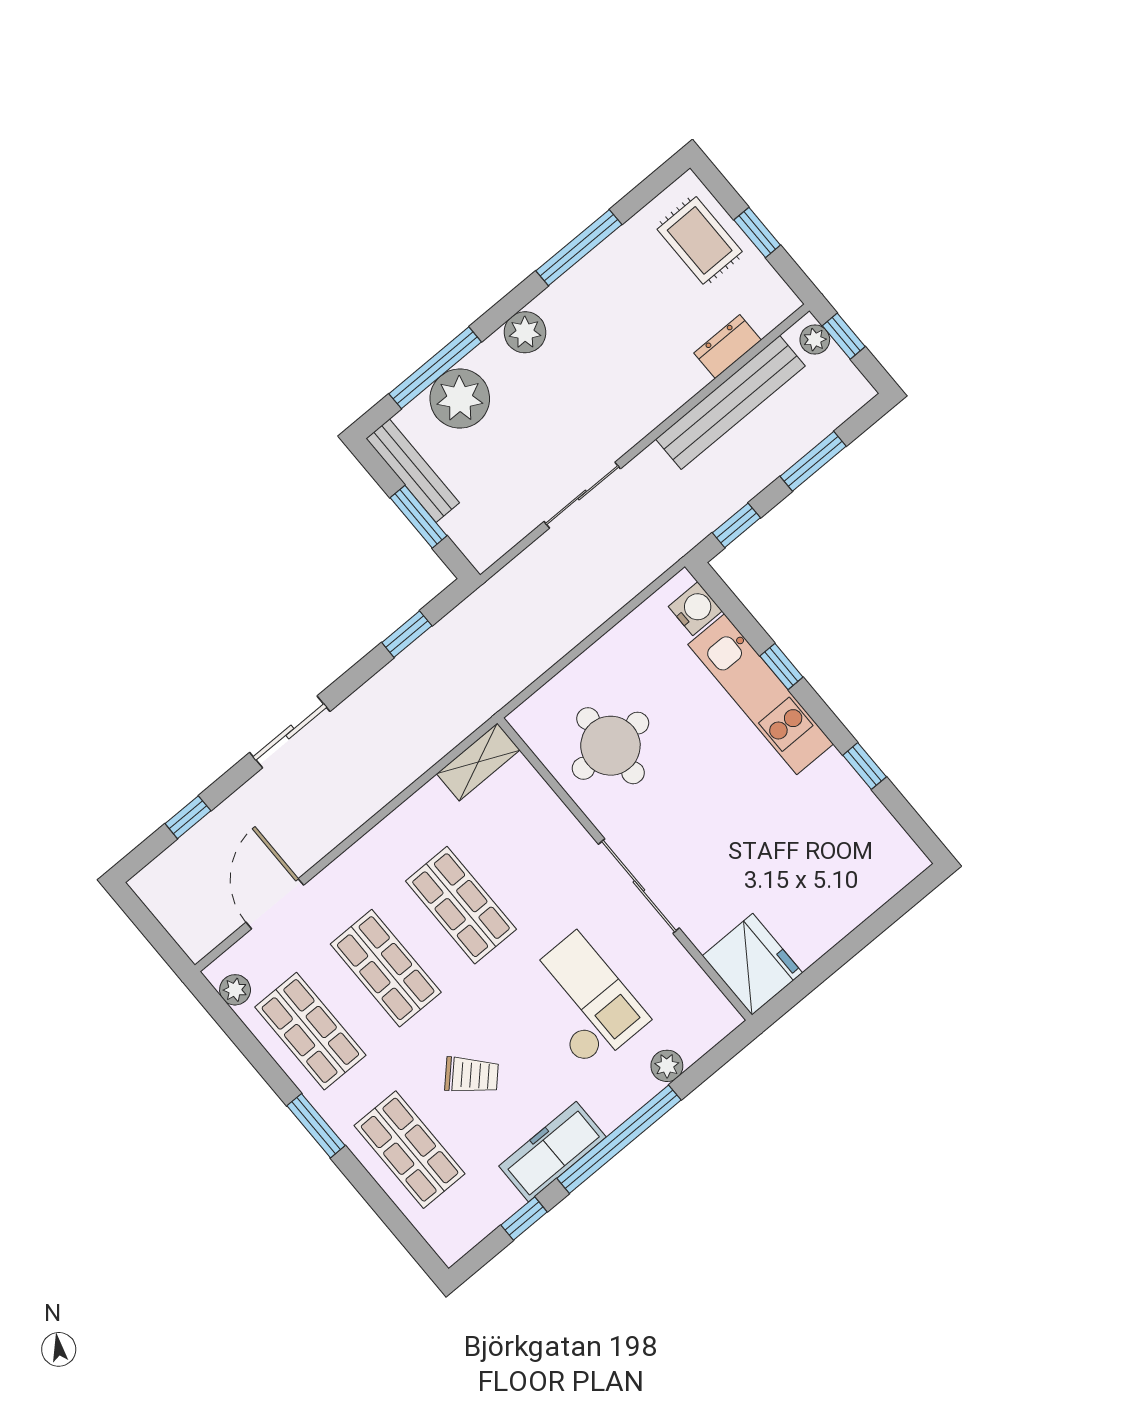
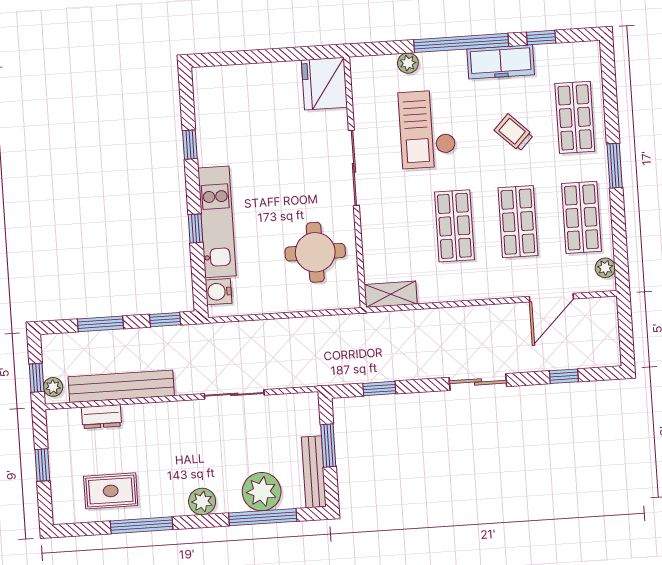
rug: (700, 240) -> (111, 491), moved, turned 90

